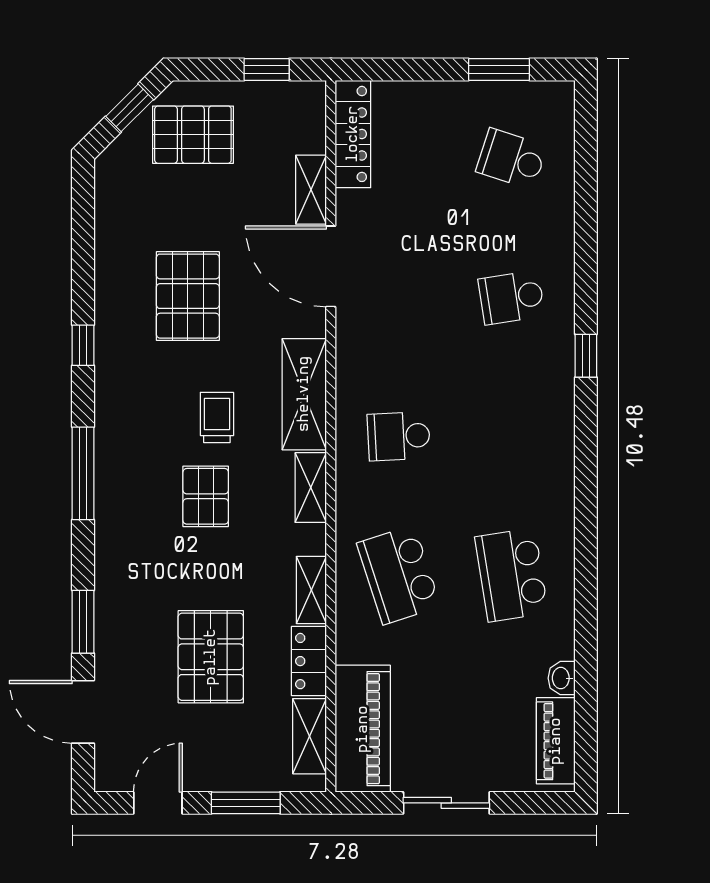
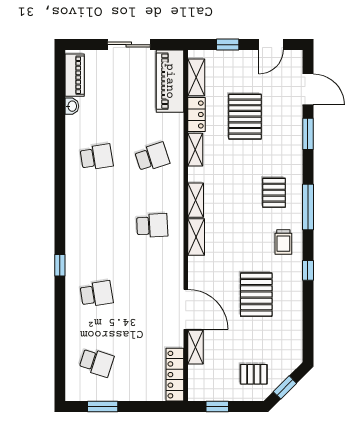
pallet: (193, 135) -> (254, 374), width x0.67, depth x0.71
shelving: (304, 394) -> (196, 237), width x0.67, depth x0.75
trolley: (217, 417) -> (283, 242), moved
pallet: (206, 496) -> (274, 193), moved
school desk: (399, 575) -> (152, 157), width x0.54
school desk: (511, 575) -> (97, 157), width x0.54
window: (246, 803) -> (228, 45), width x0.67

